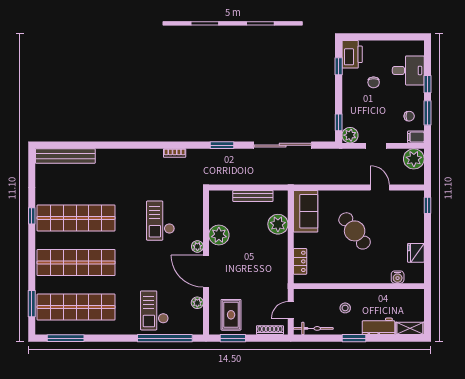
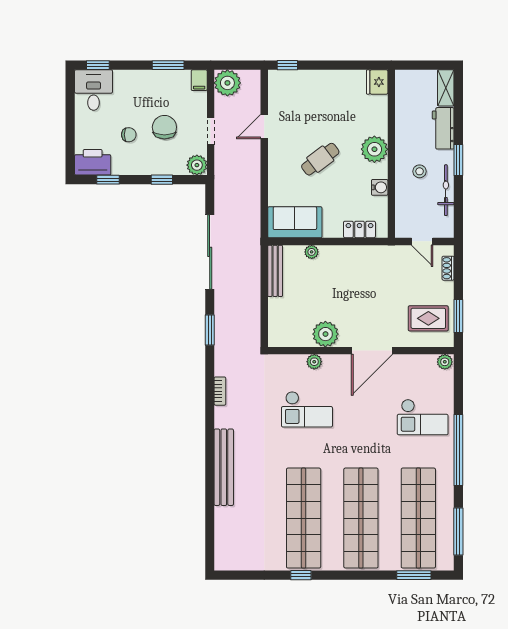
desk: (408, 70) -> (94, 90), moved
window: (428, 84) -> (98, 65), moved
chair: (409, 116) -> (164, 127), moved, width x1.87, depth x1.87
window: (339, 122) -> (162, 180), moved
bench: (65, 156) -> (224, 467), moved
bench: (253, 196) -> (275, 271), moved
plant: (278, 224) -> (312, 252), width x0.53, depth x0.53
cafe table: (355, 231) -> (320, 159), width x0.73, depth x0.74
plant: (197, 246) -> (314, 362), moved
fridge: (416, 253) -> (377, 82), moved, turned 90
plant: (362, 273) -> (374, 149), added
water cooler: (398, 277) -> (380, 187), moved
plant: (197, 303) -> (445, 362), moved
bicycle: (313, 328) -> (446, 190), moved
shoe rack: (270, 330) -> (448, 268), width x0.70
window: (165, 338) -> (458, 450), moved

